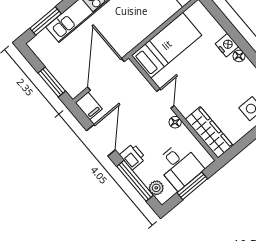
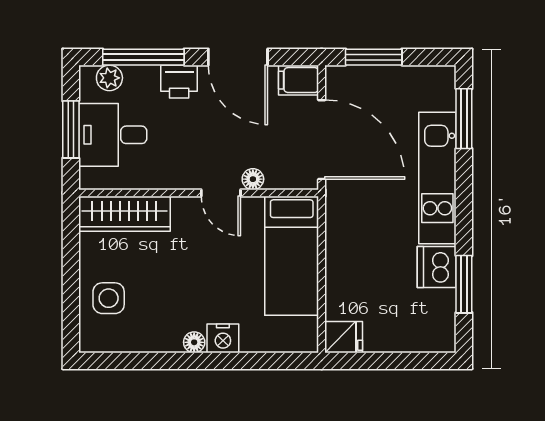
floor lamp: (175, 122) -> (253, 179), moved

